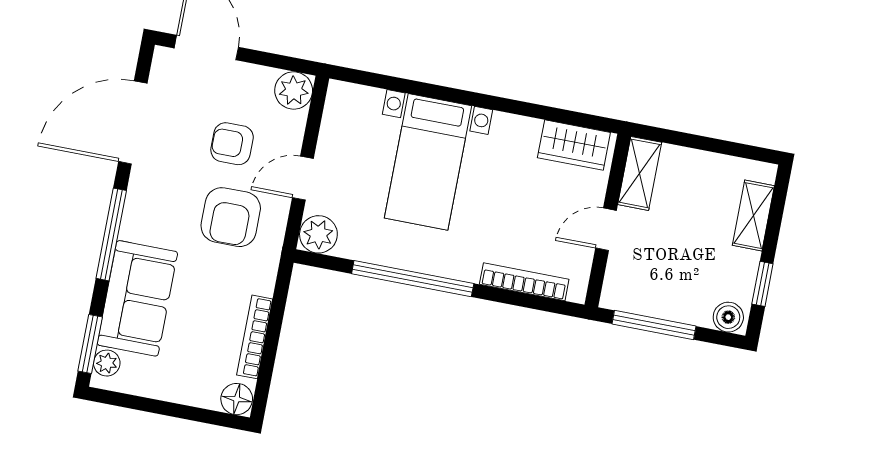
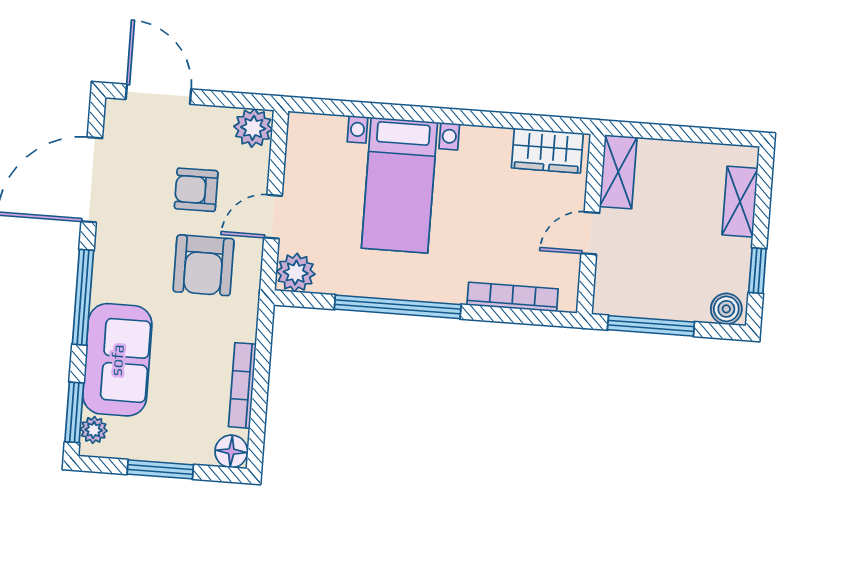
window: (166, 409) -> (160, 469), added

